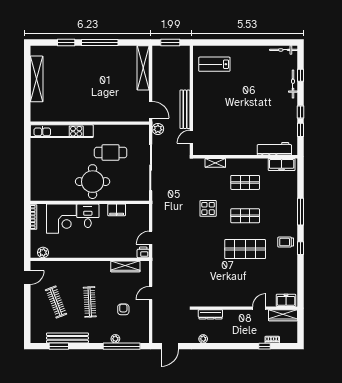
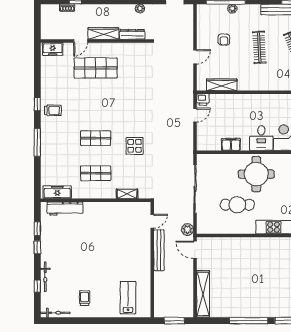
lab bench: (214, 64) -> (128, 298), turned -90
trolley: (256, 64) -> (85, 298), added
shop shelf: (245, 249) -> (96, 68), moved
wardrobe: (283, 315) -> (103, 33), moved

